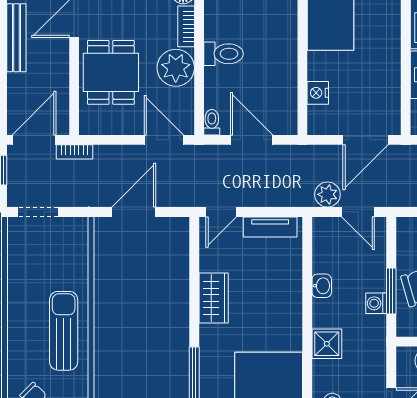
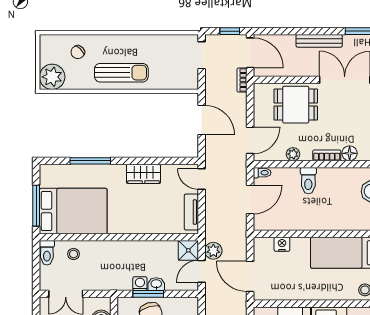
plant: (176, 68) -> (293, 154), width x0.53, depth x0.53
washbasin: (322, 286) -> (156, 284), moved, turned 180
shower: (327, 344) -> (188, 250), moved

